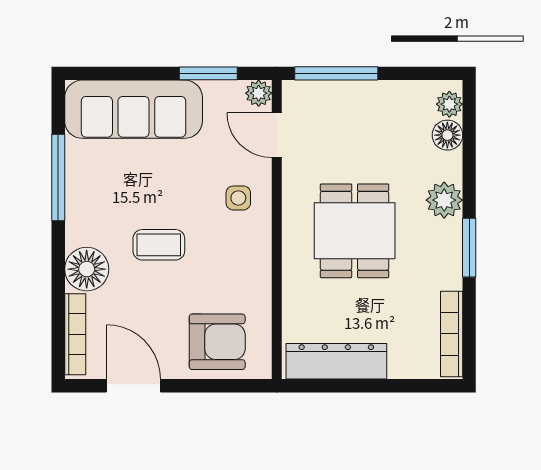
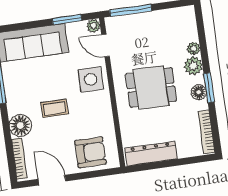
plant: (449, 104) -> (194, 48), moved
floor lamp: (447, 135) -> (199, 92), moved
side table: (238, 198) -> (91, 79), width x1.87, depth x1.87
dining table: (355, 231) -> (151, 87), turned 90

